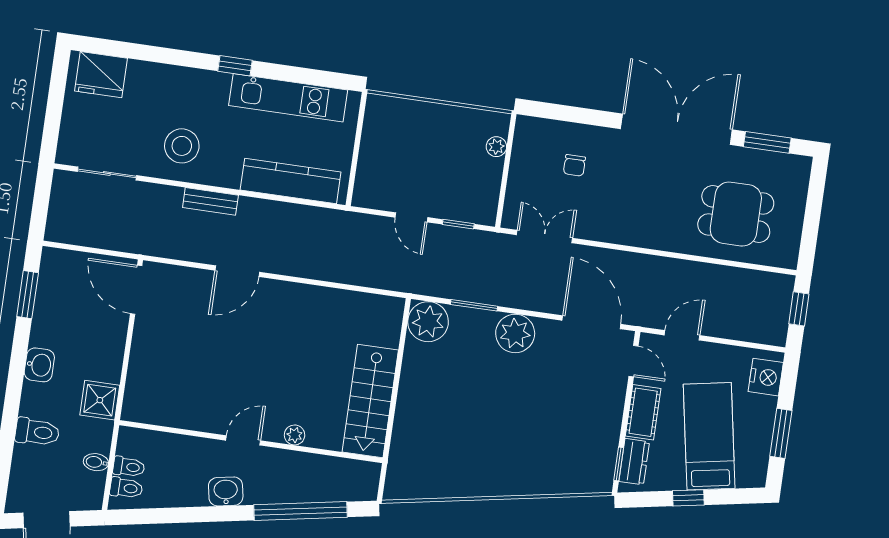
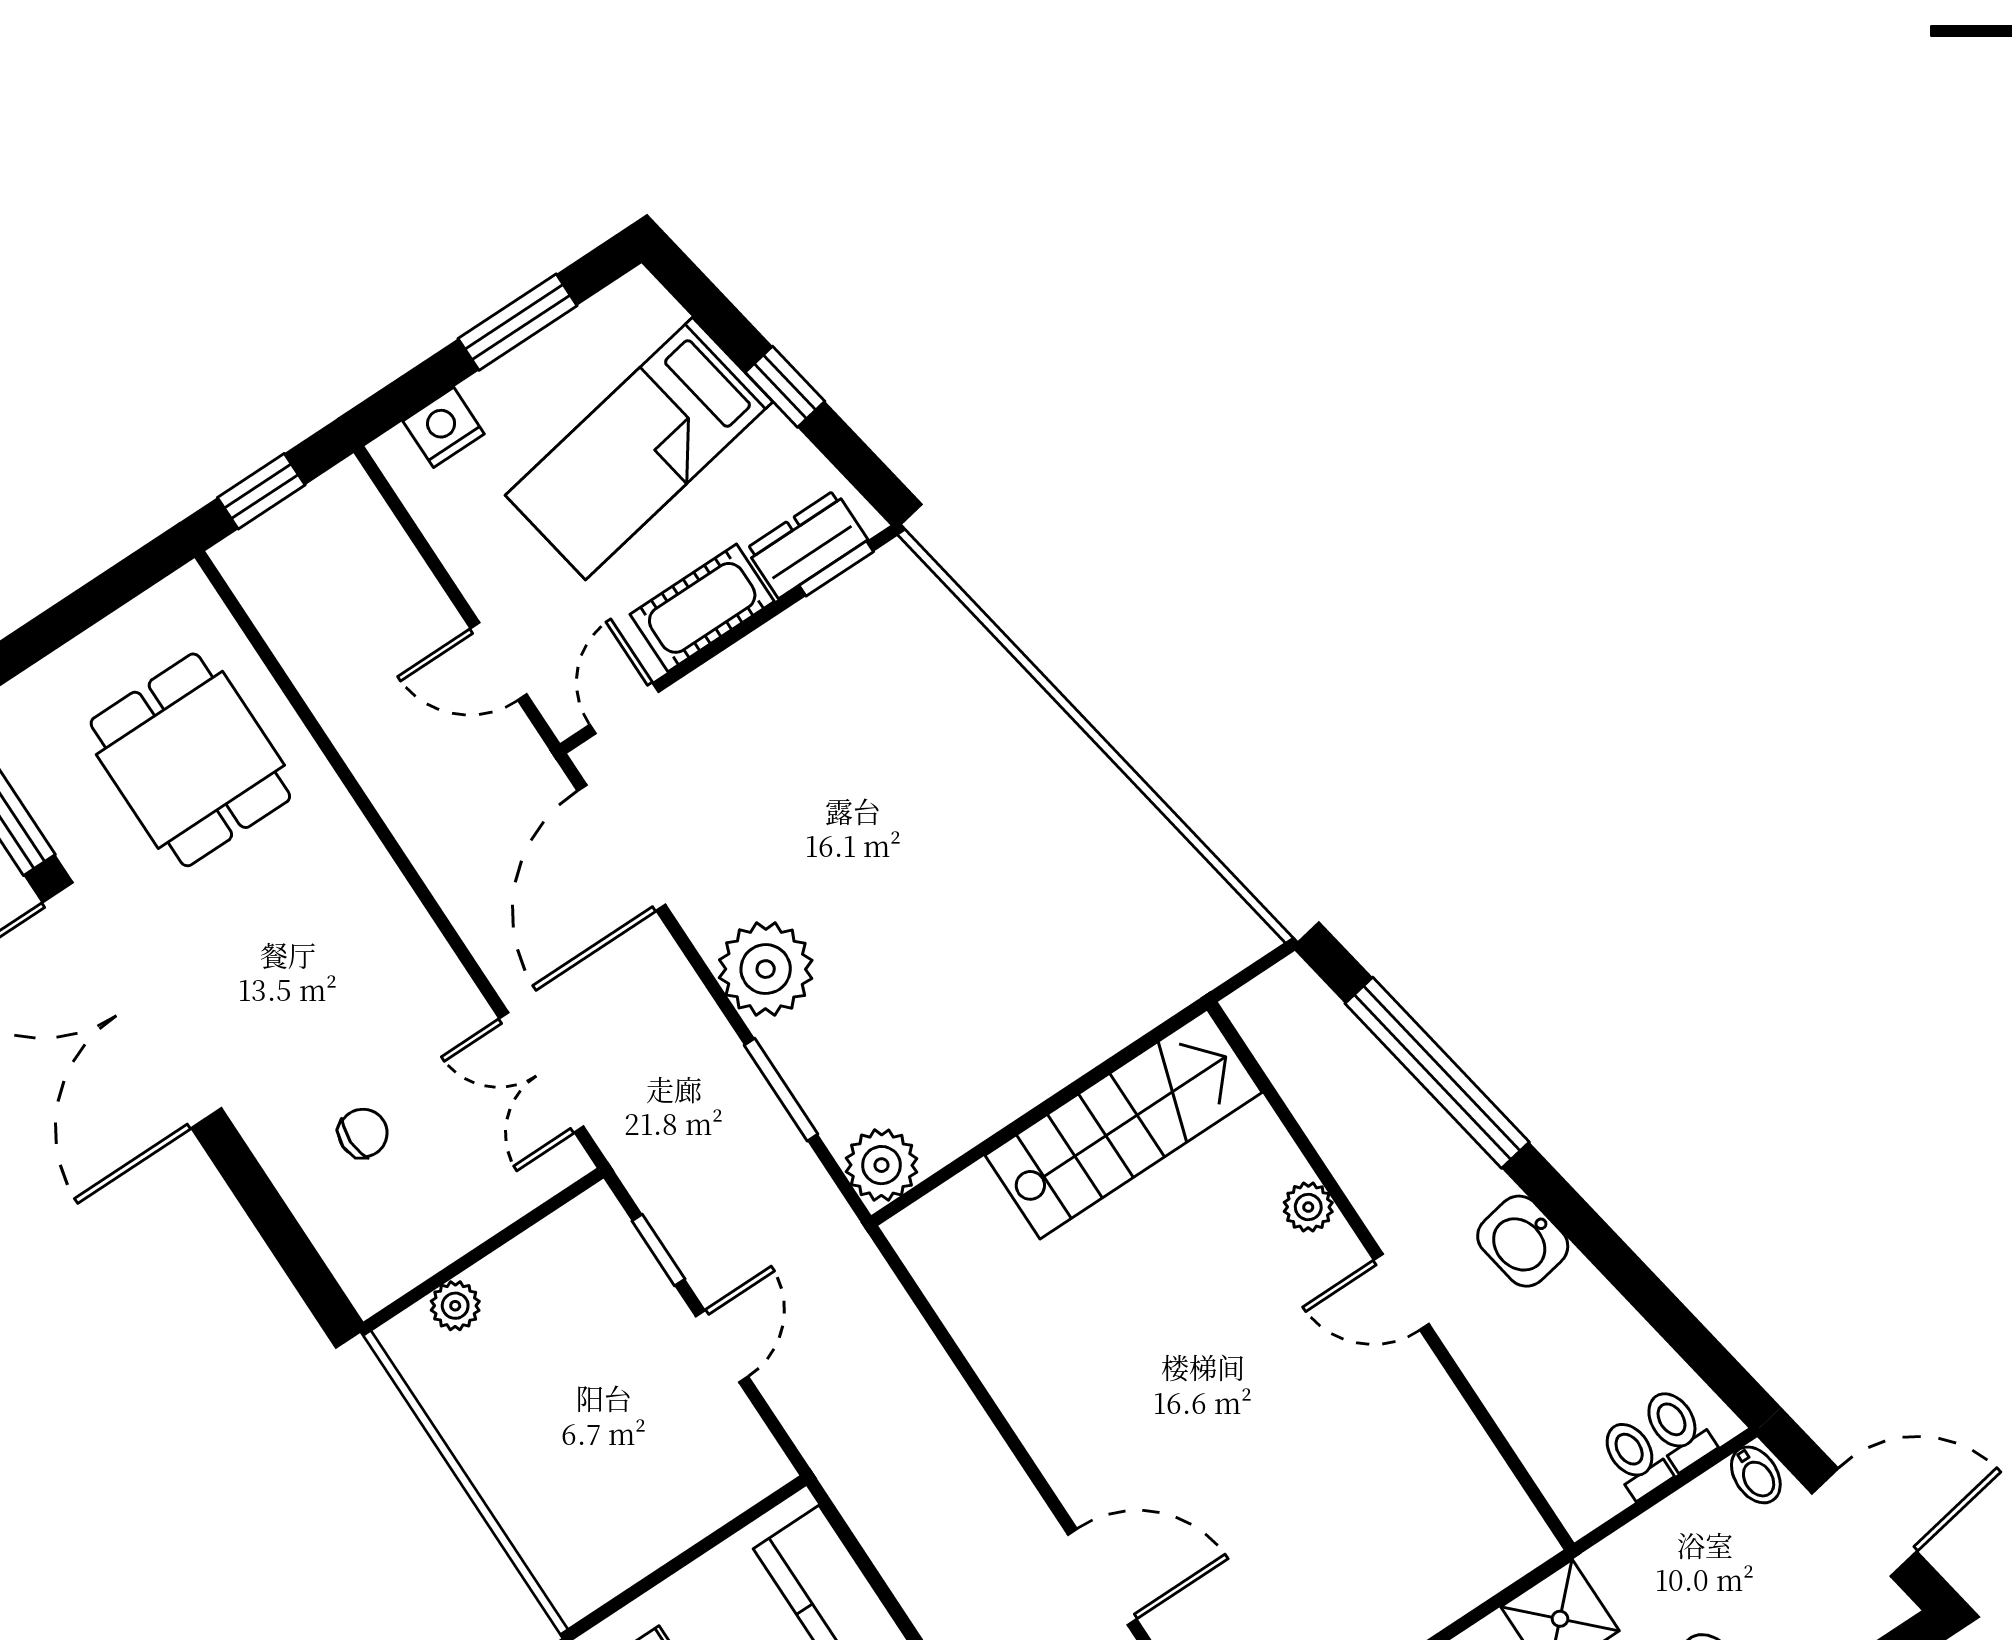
plant: (428, 322) -> (881, 1165), width x0.73, depth x0.73
nightstand: (766, 377) -> (444, 427), width x0.74, depth x0.75
bidet: (96, 462) -> (1756, 1475), moved

